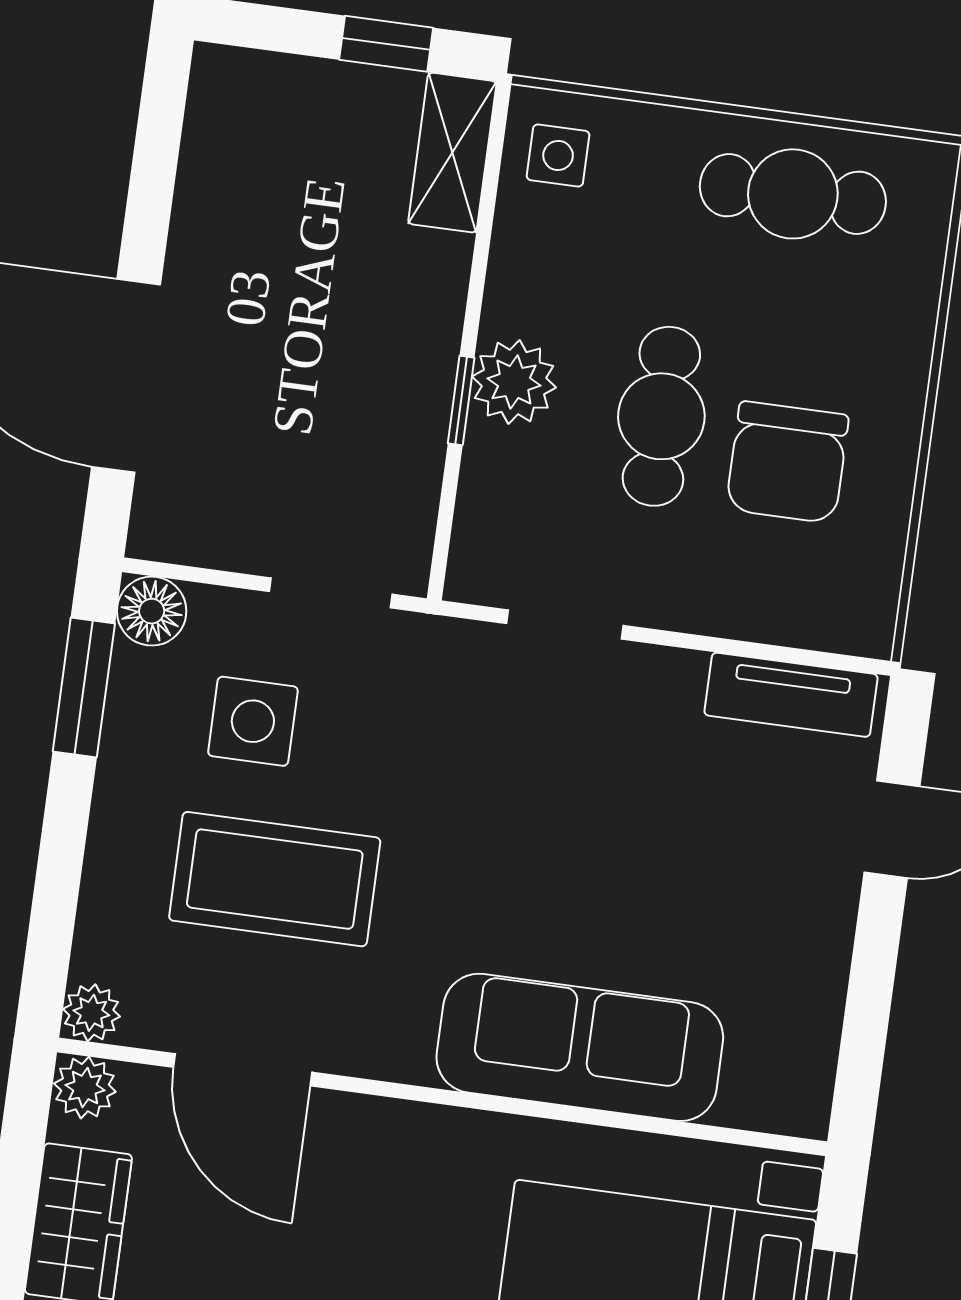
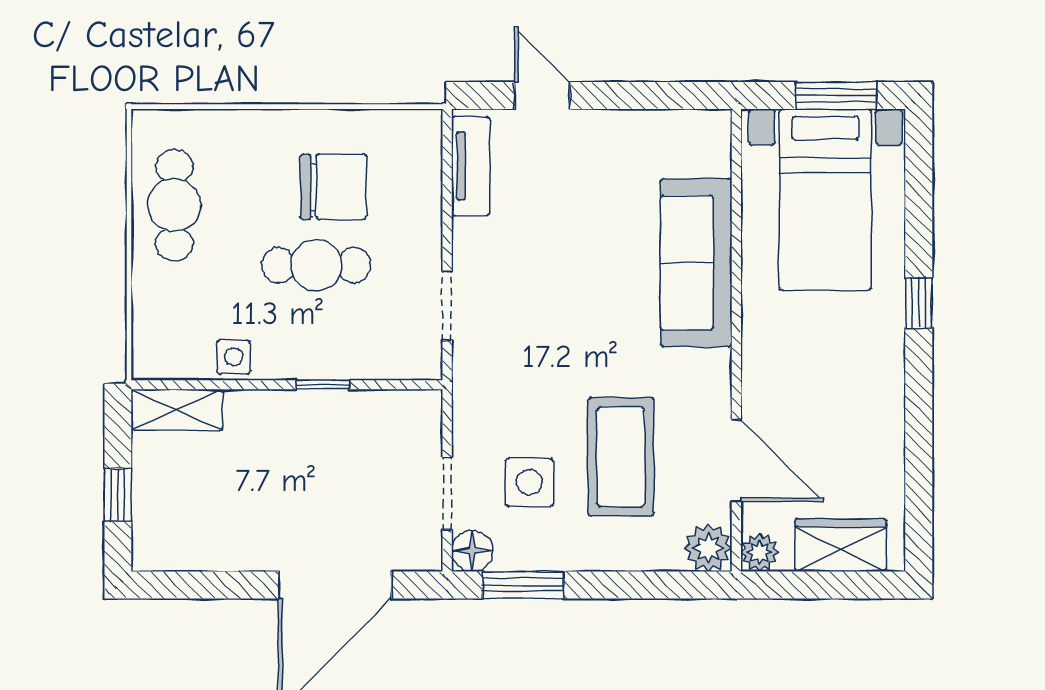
window: (386, 44) -> (118, 495), moved
side table: (558, 155) -> (234, 357), moved
plant: (514, 382) -> (308, 355), removed
doorway: (331, 593) -> (447, 493), moved
plant: (91, 1013) -> (708, 548), width x1.38, depth x1.38
door: (243, 1070) -> (736, 461), hinge flipped

